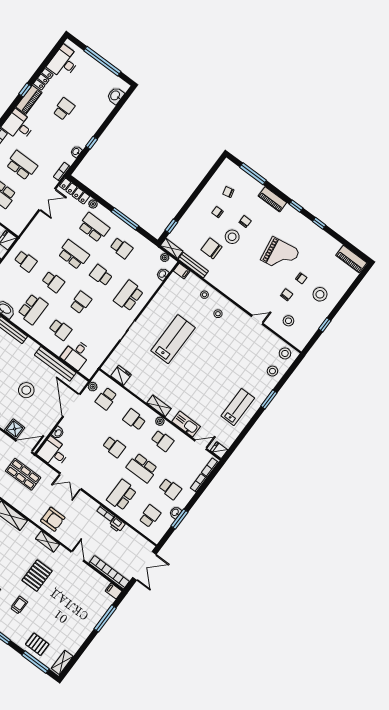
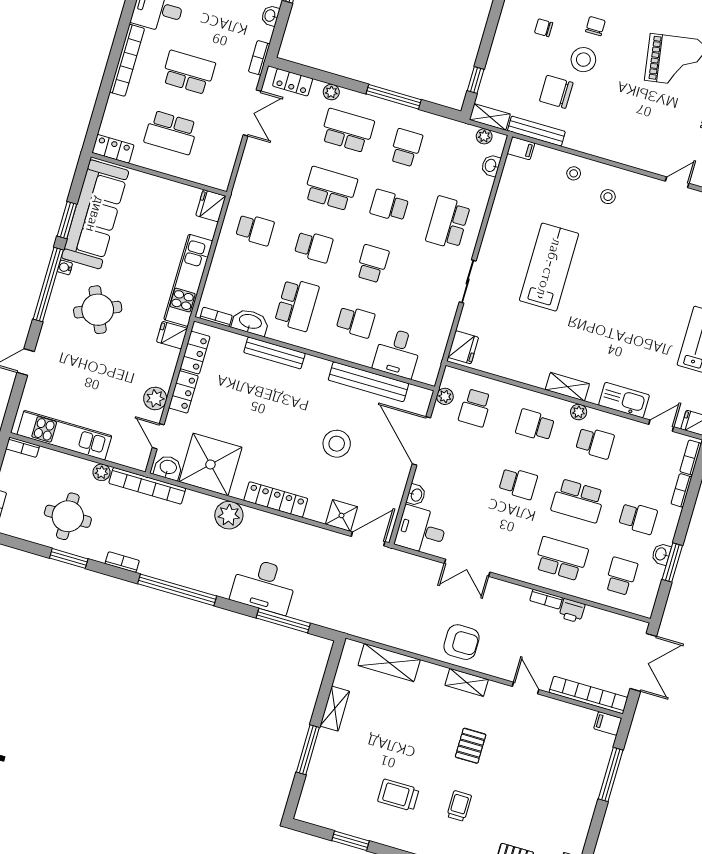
locker: (75, 191) -> (293, 82), width x0.66
school desk: (121, 248) -> (406, 148), turned -90
fridge: (121, 375) -> (463, 347), moved, turned 90
shop shelf: (23, 474) -> (384, 586), removed
school desk: (122, 495) -> (561, 559), turned 90
pallet: (37, 576) -> (471, 746), width x0.67, depth x0.71

